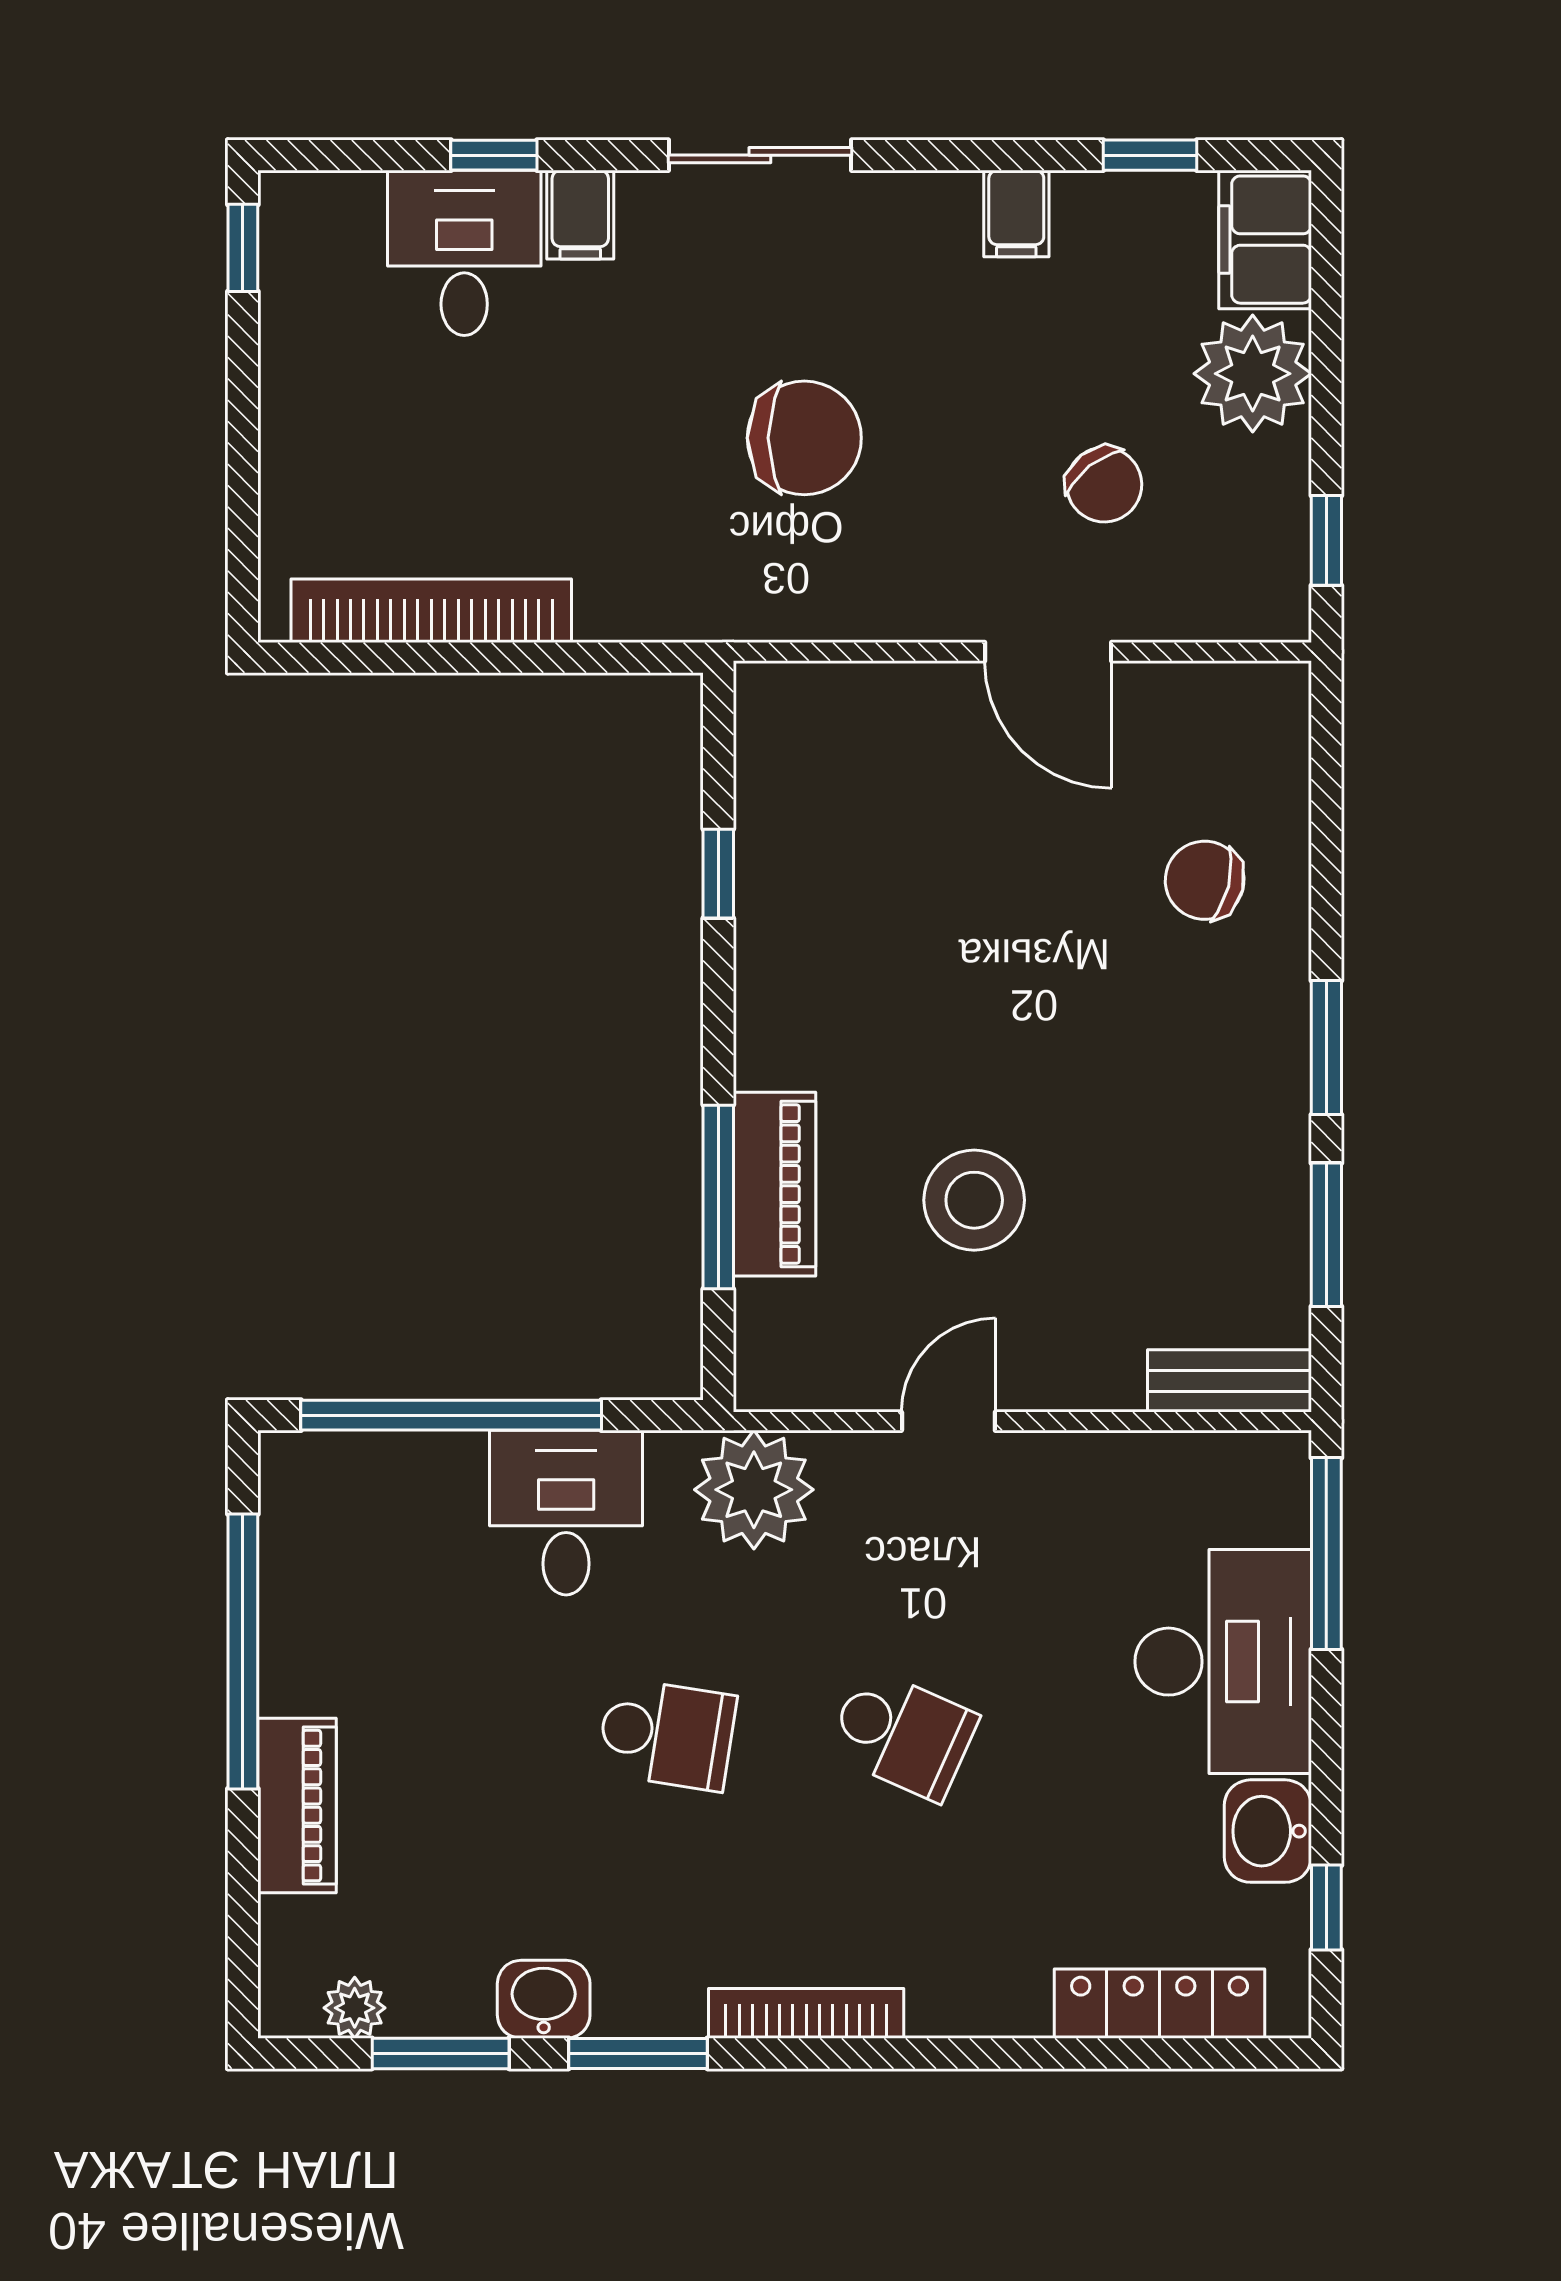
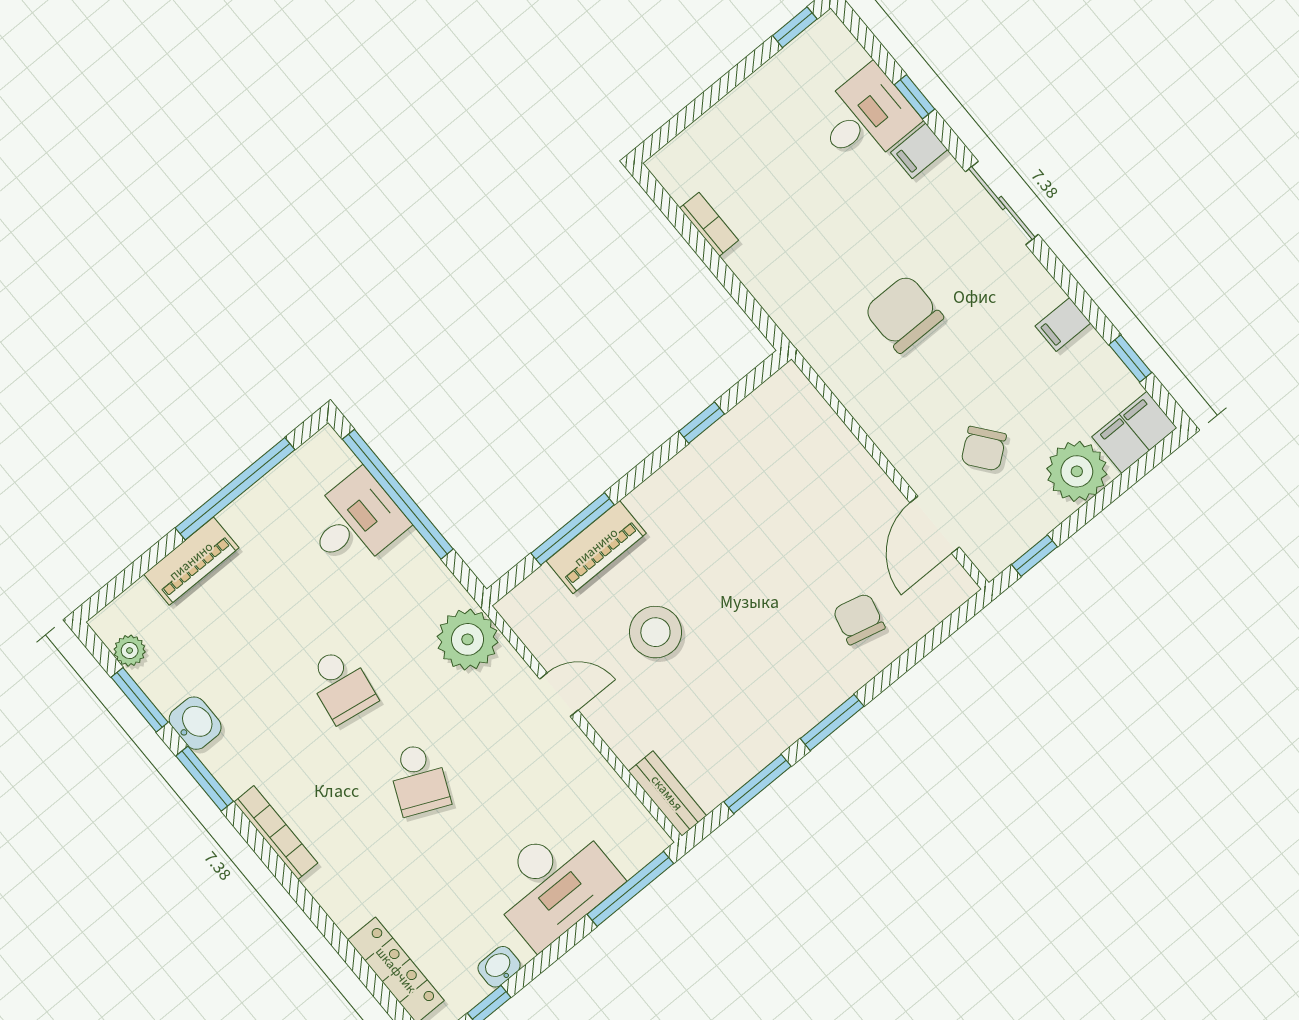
chair: (804, 438) -> (904, 314), turned 180
bookcase: (431, 611) -> (709, 224), width x0.43, depth x0.76
door: (1048, 652) -> (935, 525), moved
desk: (566, 1513) -> (355, 522), moved
washbasin: (1268, 1831) -> (499, 967), width x0.72, depth x0.69

